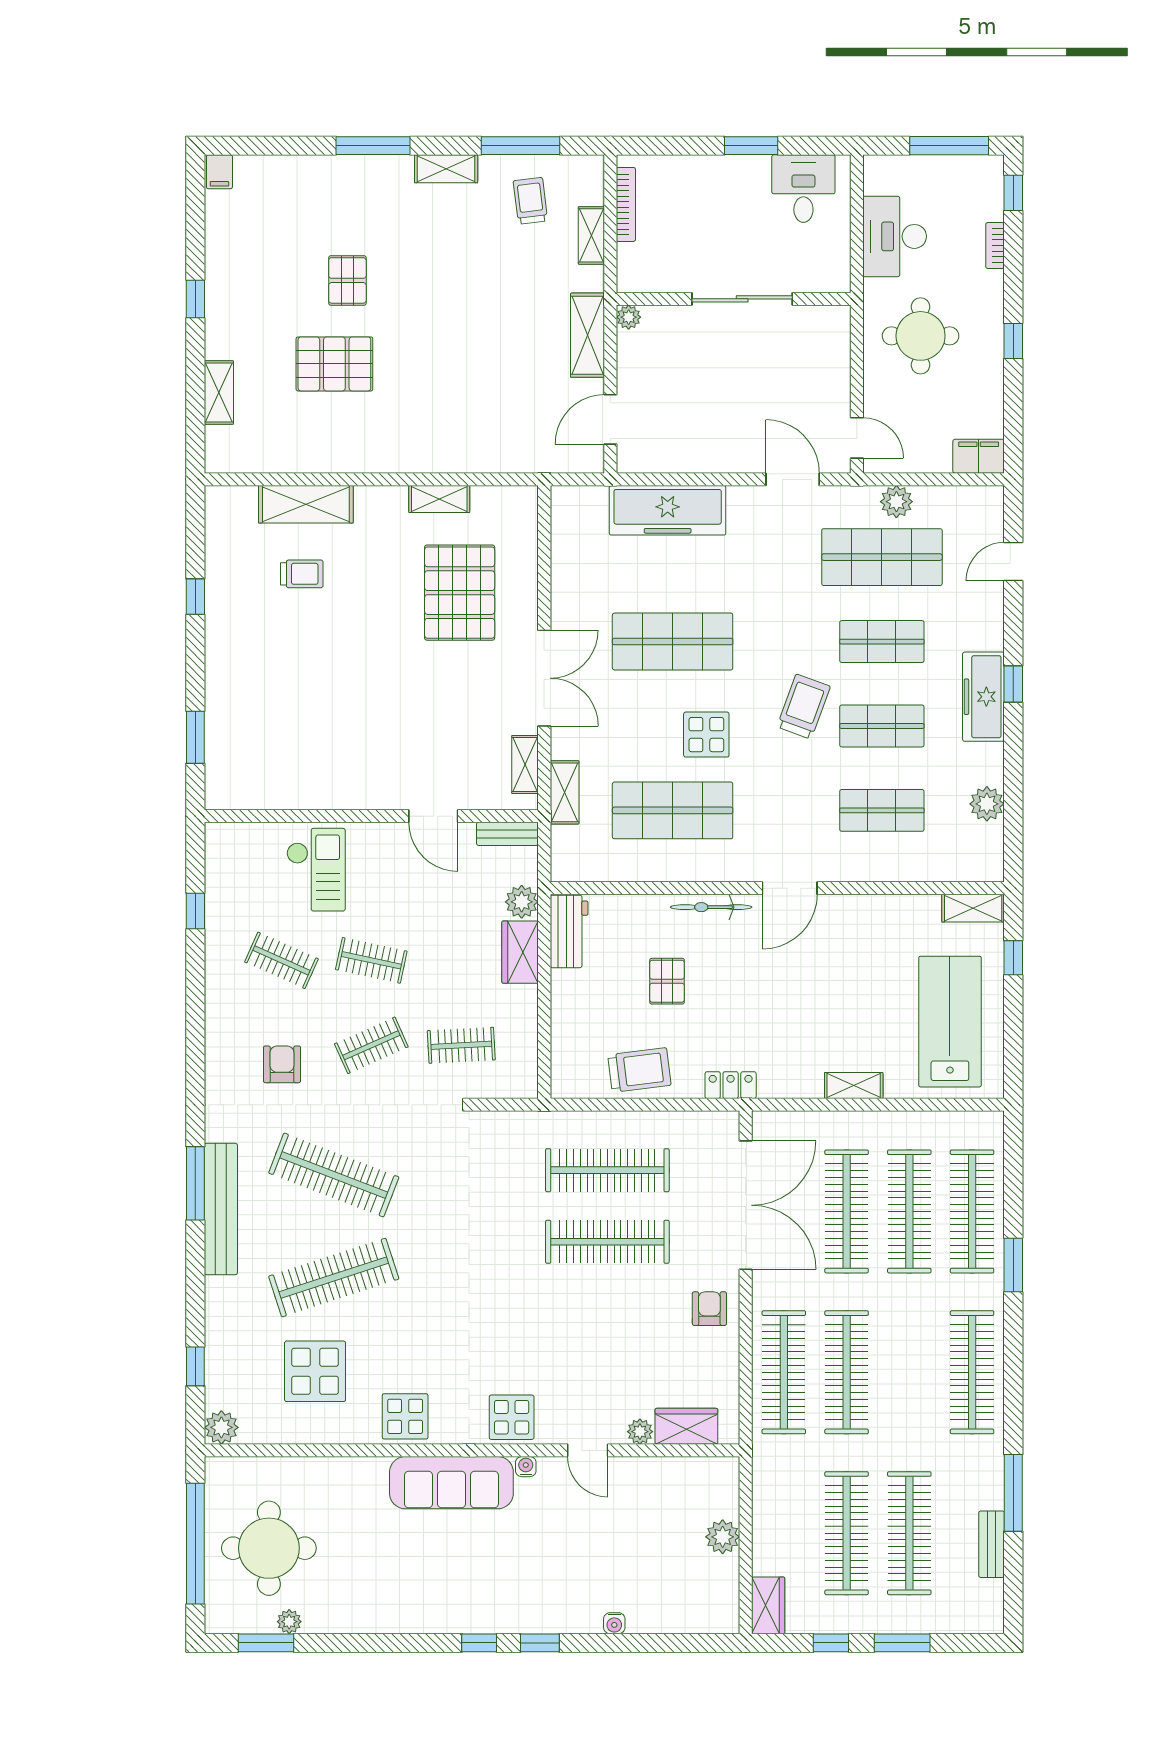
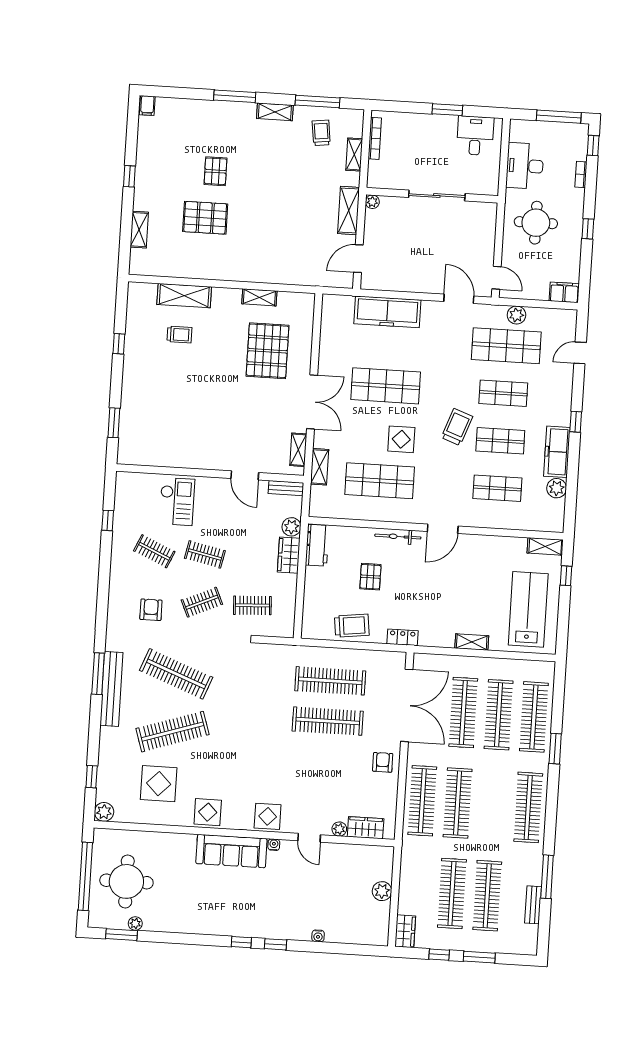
freezer: (983, 697) -> (557, 452), moved

